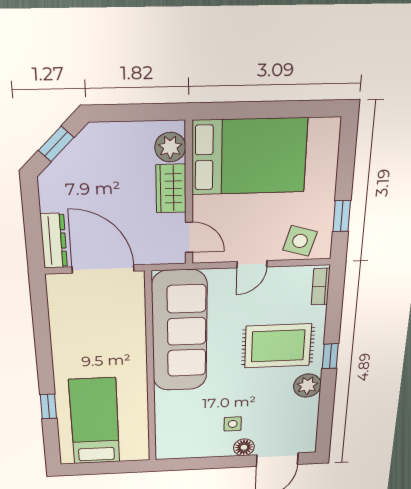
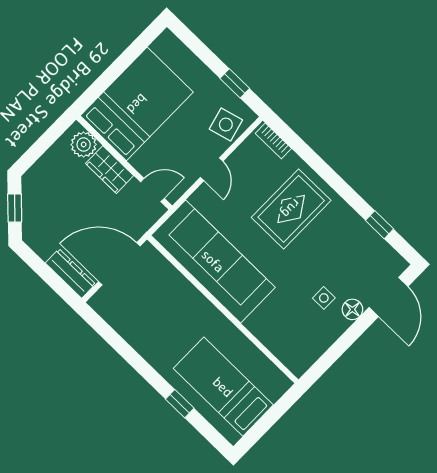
side table: (300, 241) -> (226, 125), turned -31
window: (330, 356) -> (379, 225), moved
plant: (307, 386) -> (345, 219), removed

